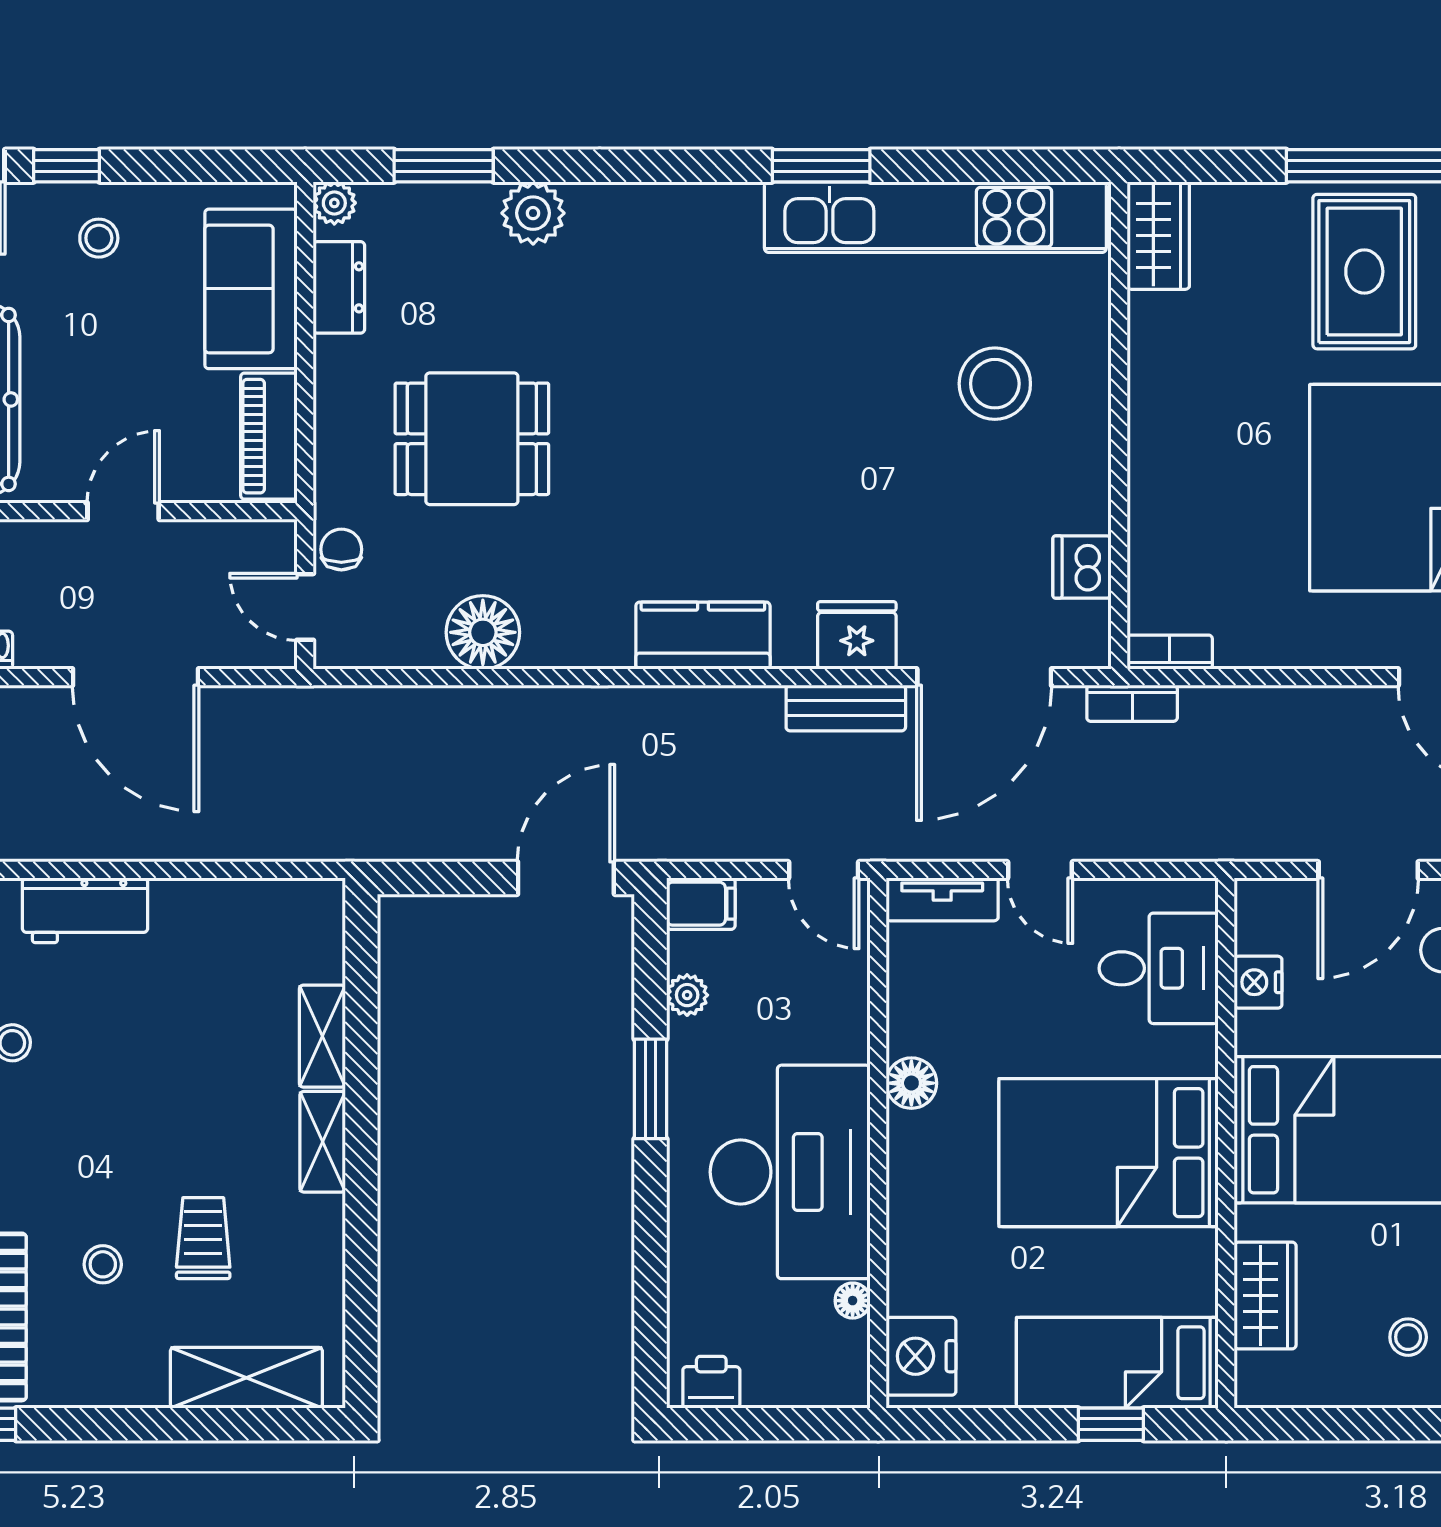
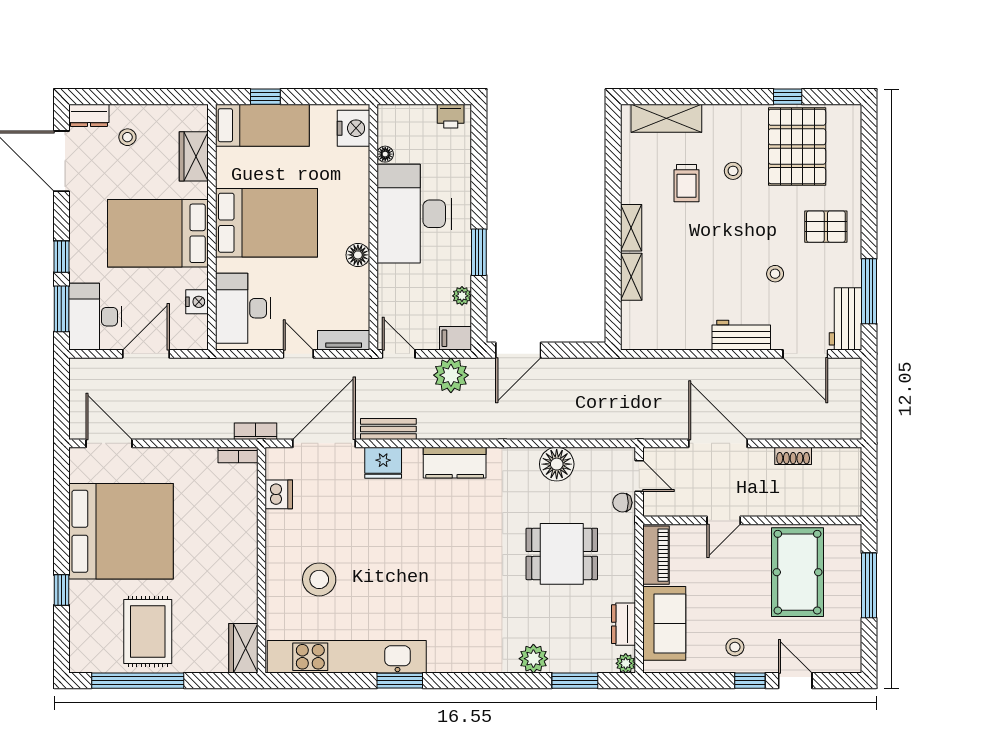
chair: (341, 549) -> (622, 503), turned 90
plant: (711, 824) -> (451, 375), added
desk: (1159, 968) -> (243, 308), width x1.37

